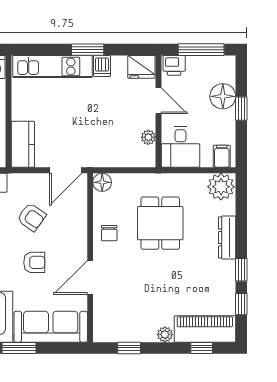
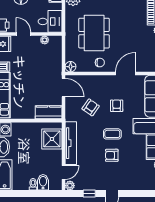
door: (159, 101) -> (24, 34), hinge flipped
dining table: (160, 223) -> (94, 33), width x1.38
door: (90, 277) -> (125, 74), swing flipped

